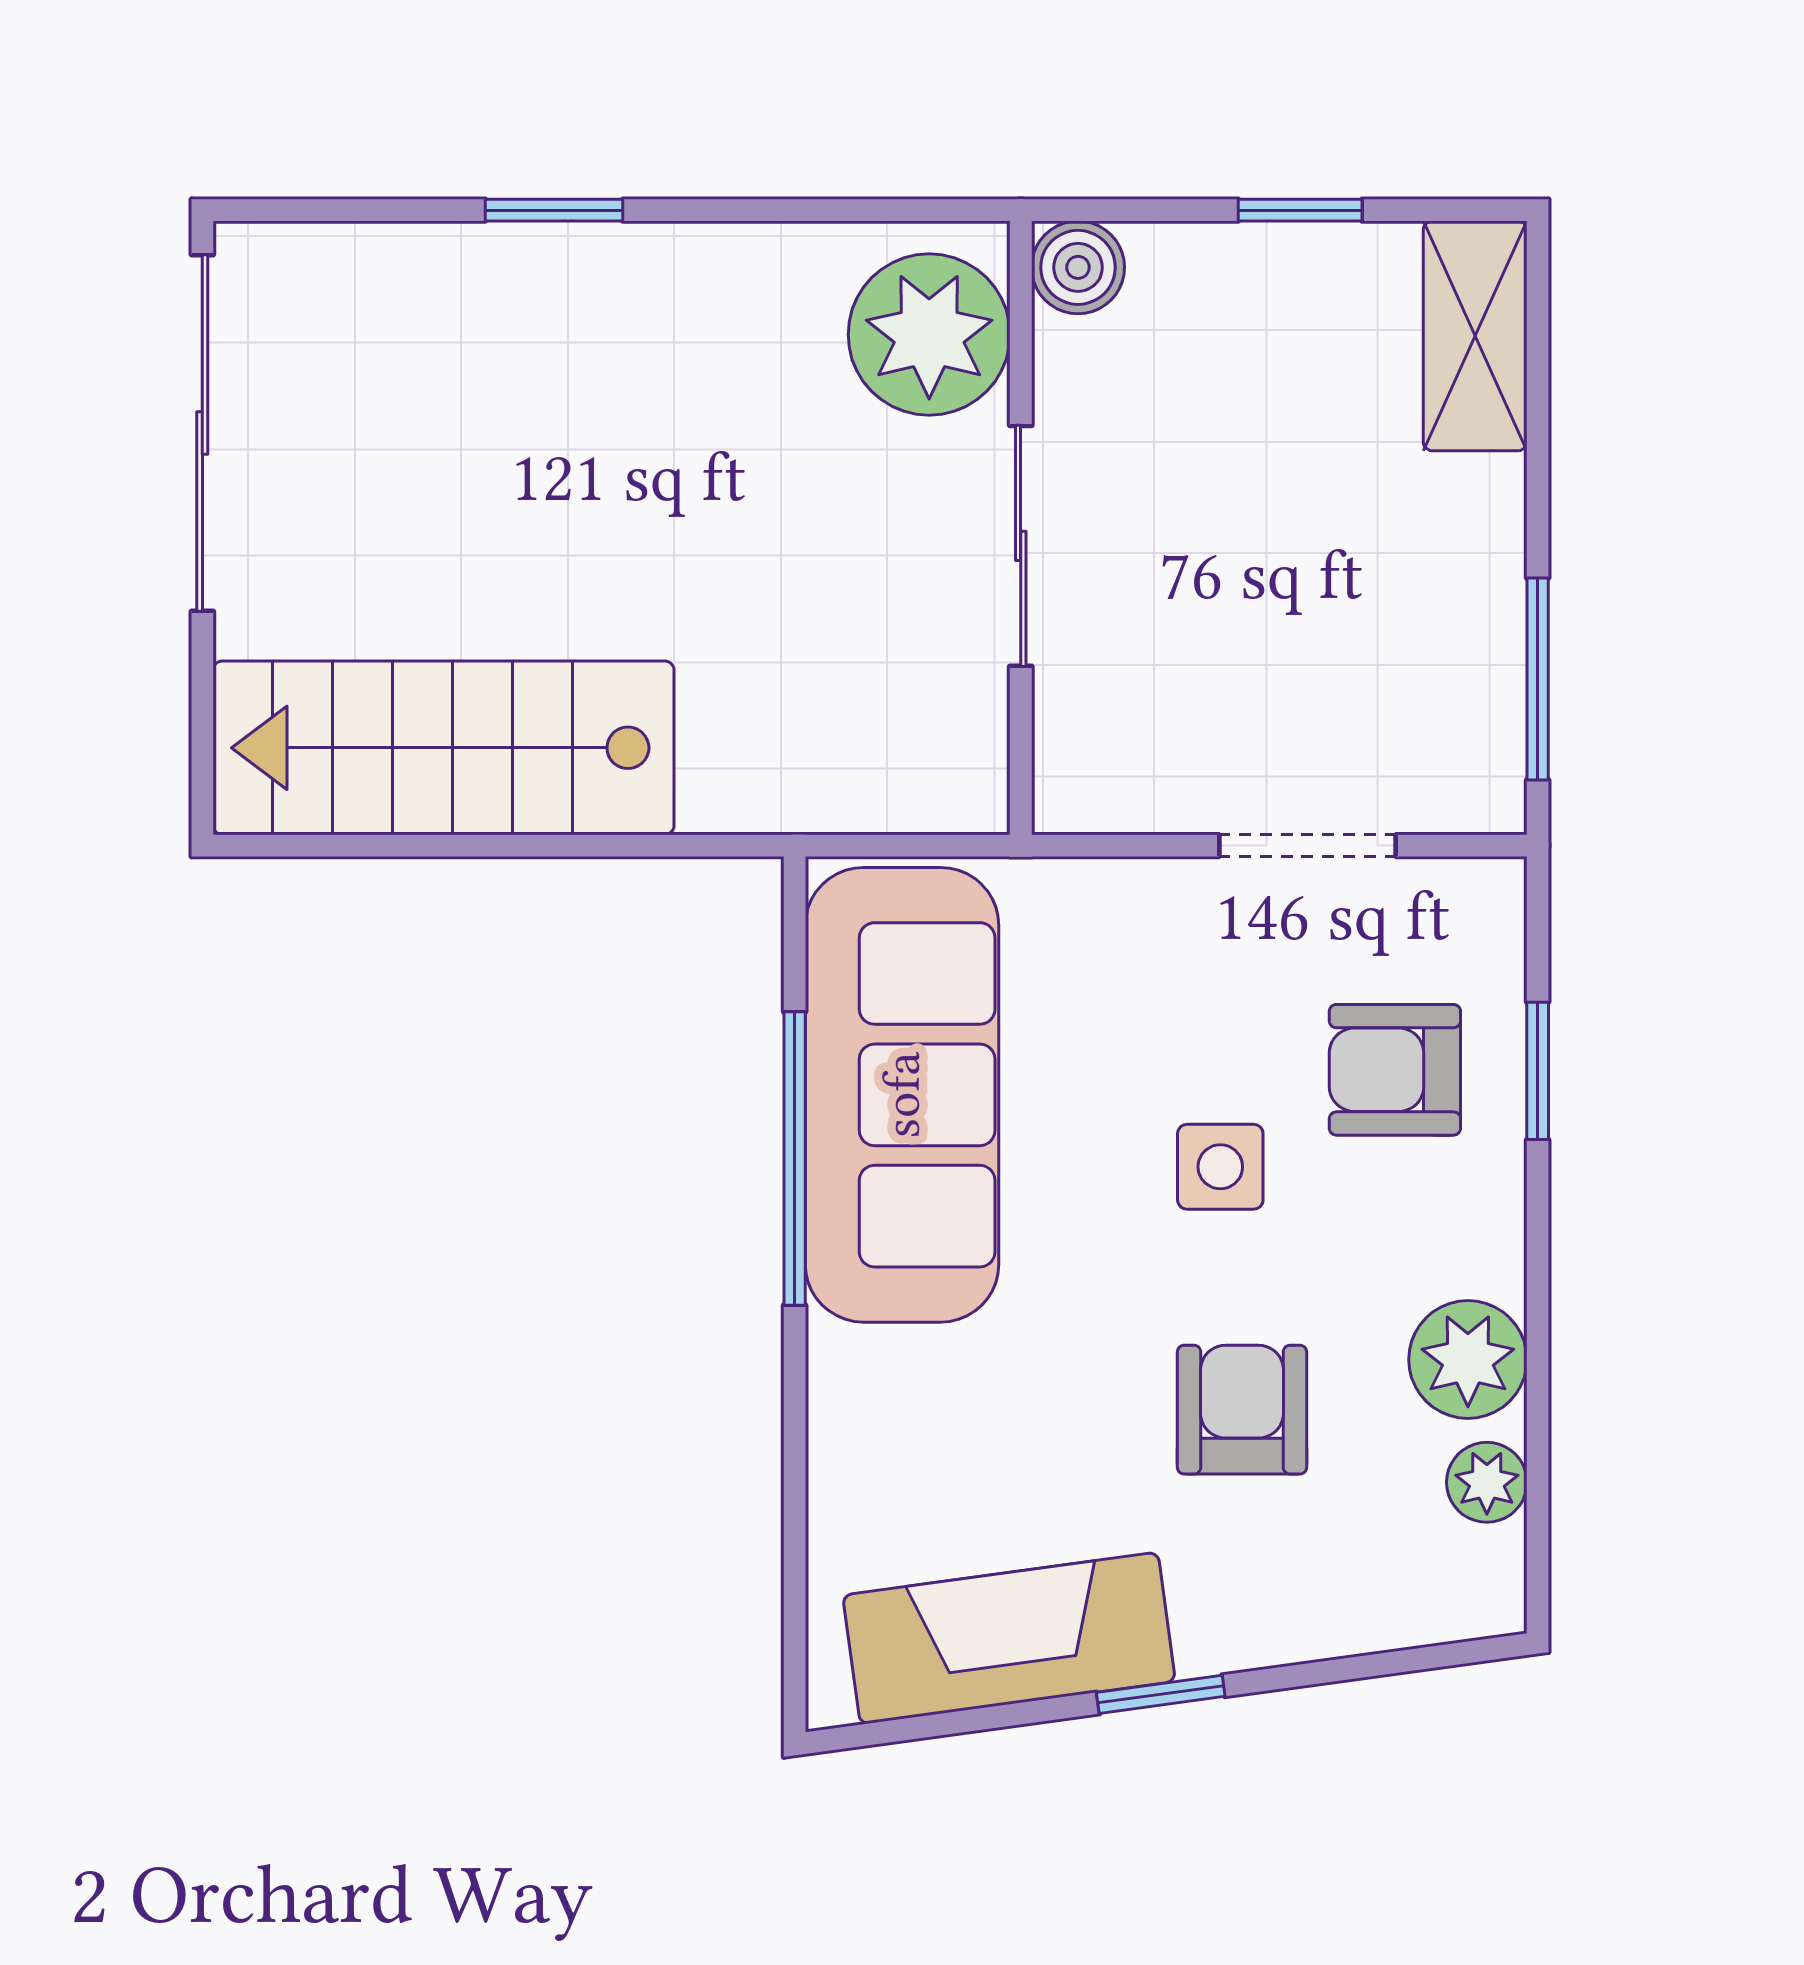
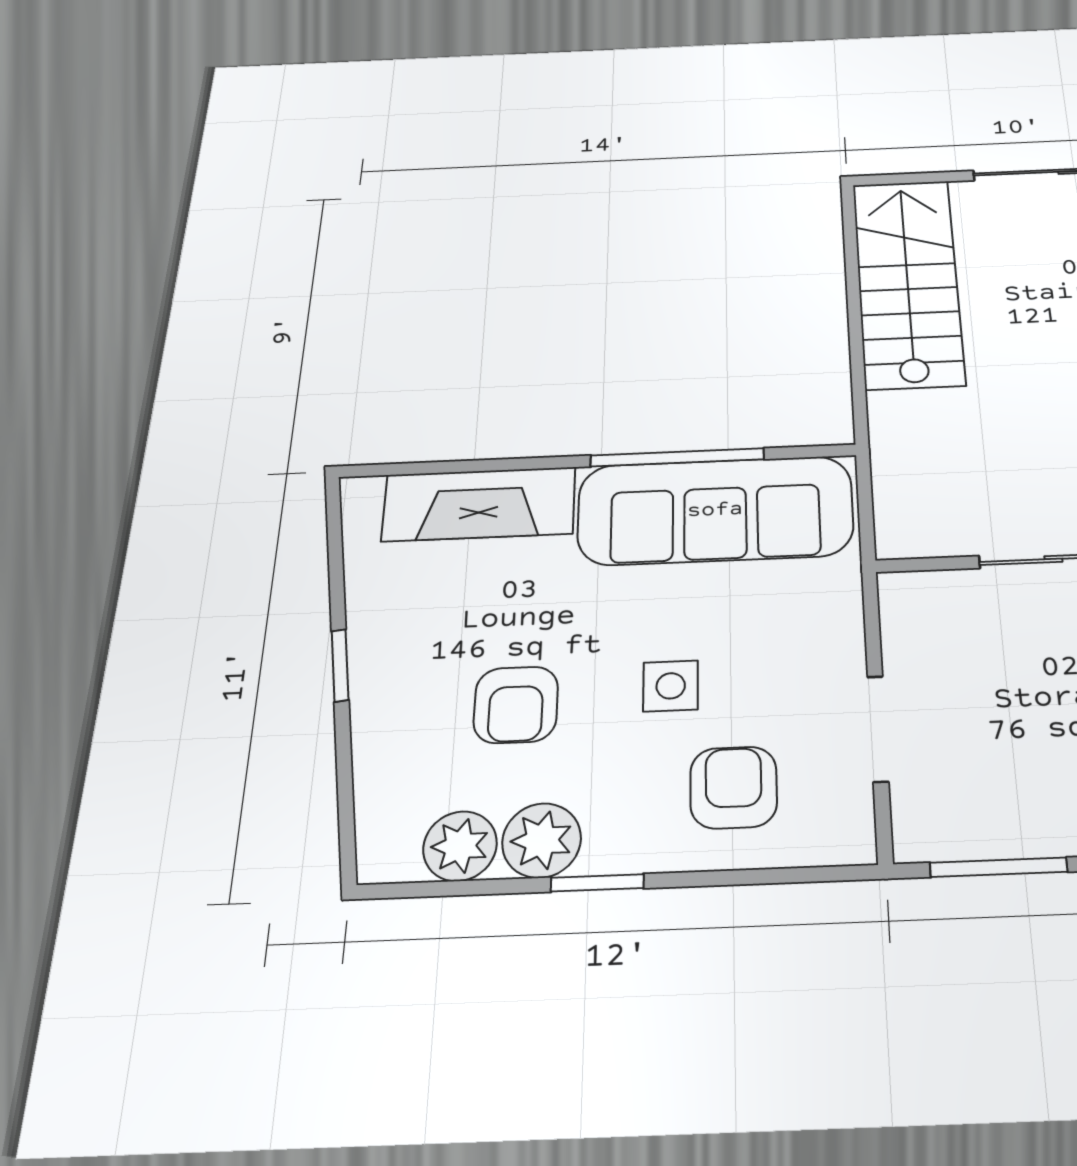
window: (1538, 1071) -> (597, 883), moved
armchair: (1242, 1410) -> (516, 705), turned 90
plant: (1487, 1482) -> (460, 846), width x1.38, depth x1.38
fireplace: (1009, 1638) -> (479, 504), moved, turned 98

